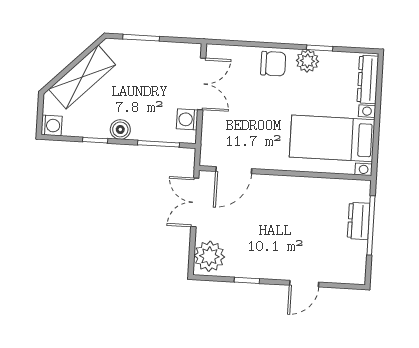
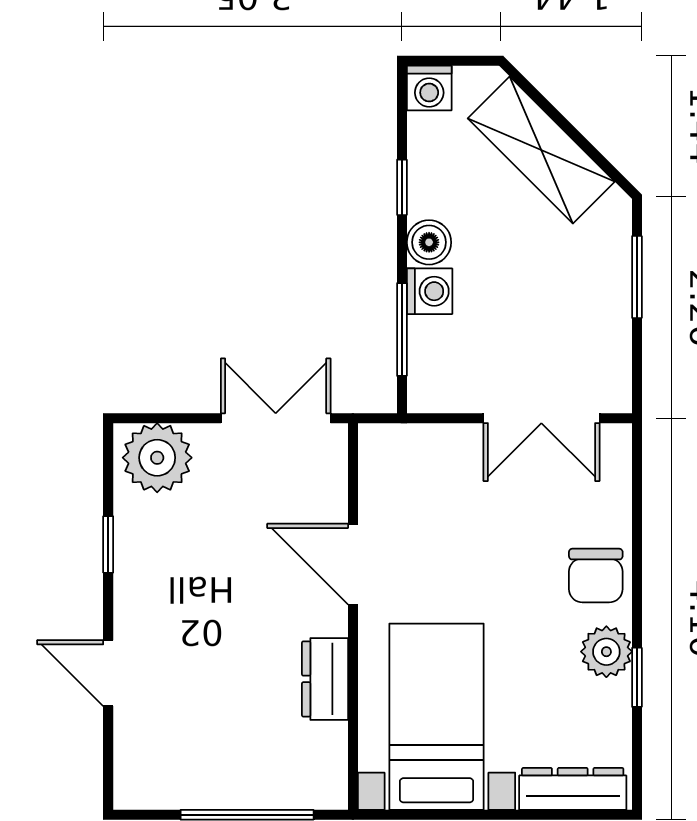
washing machine: (187, 119) -> (430, 291), moved, turned 90
door: (234, 170) -> (353, 564), moved
dresser: (359, 221) -> (325, 679), moved, turned -90

